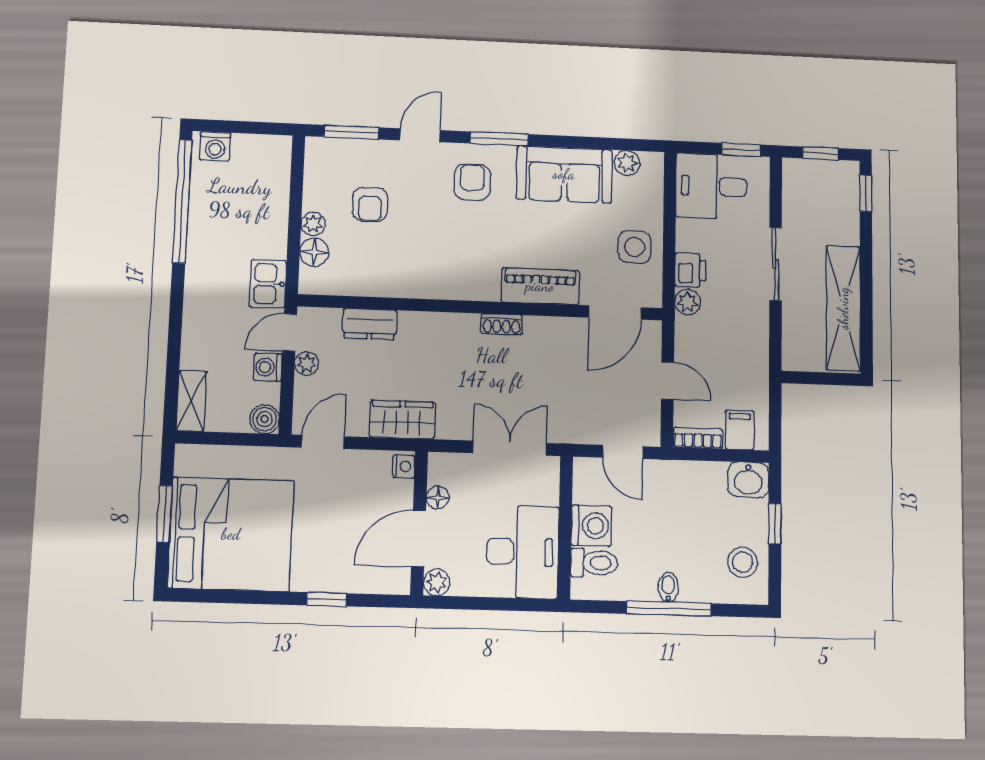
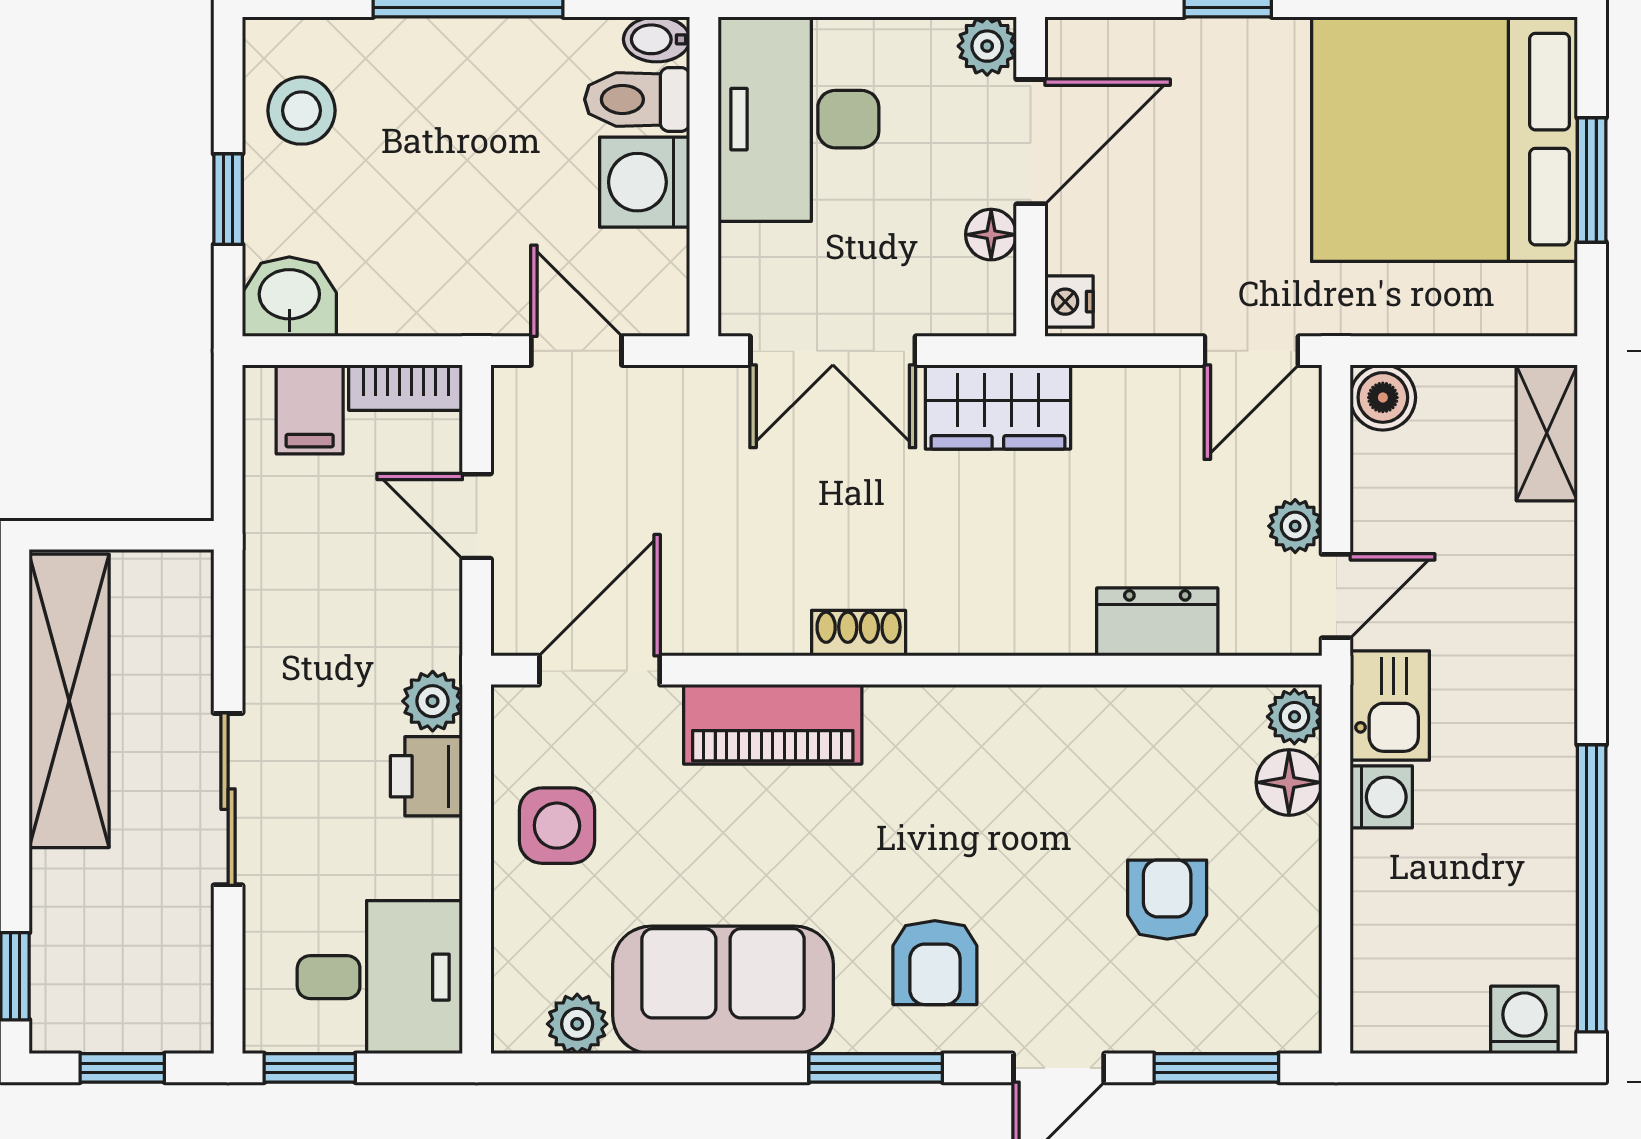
plant: (313, 224) -> (1294, 717), moved
washing machine: (268, 367) -> (1381, 797), moved
wardrobe: (402, 420) -> (998, 407), moved
bidet: (668, 587) -> (657, 39), moved, turned 90

